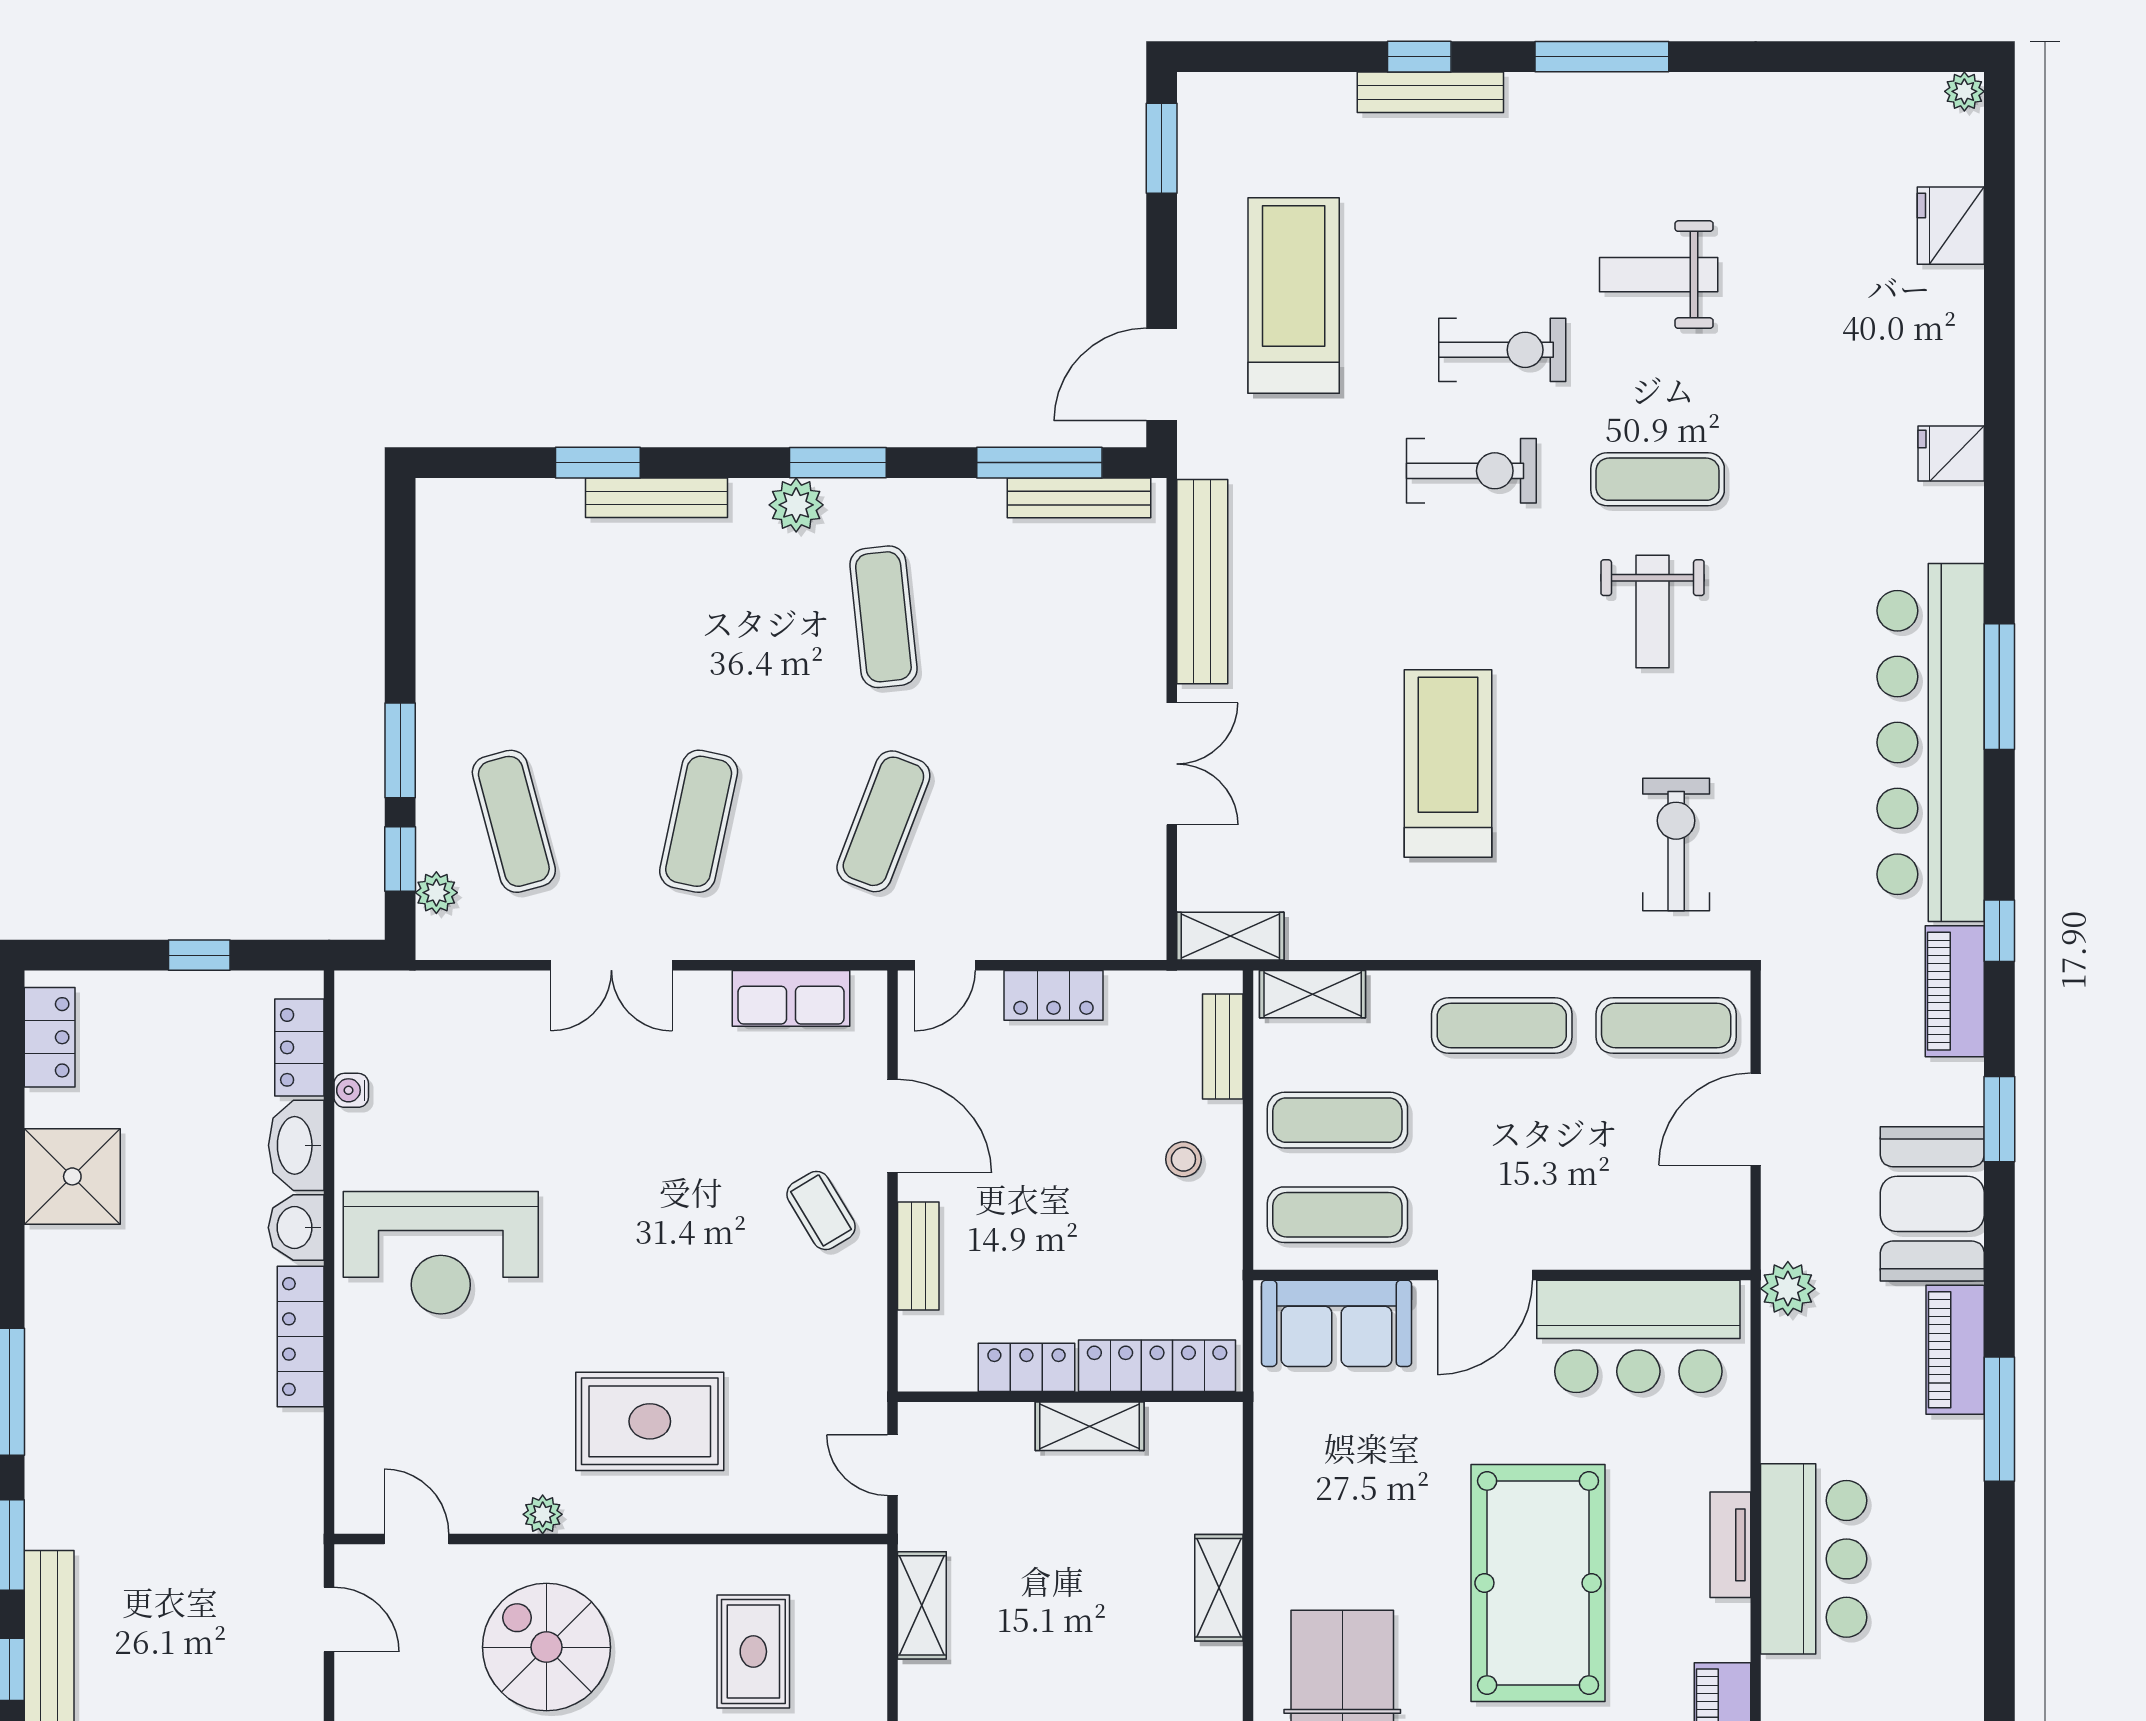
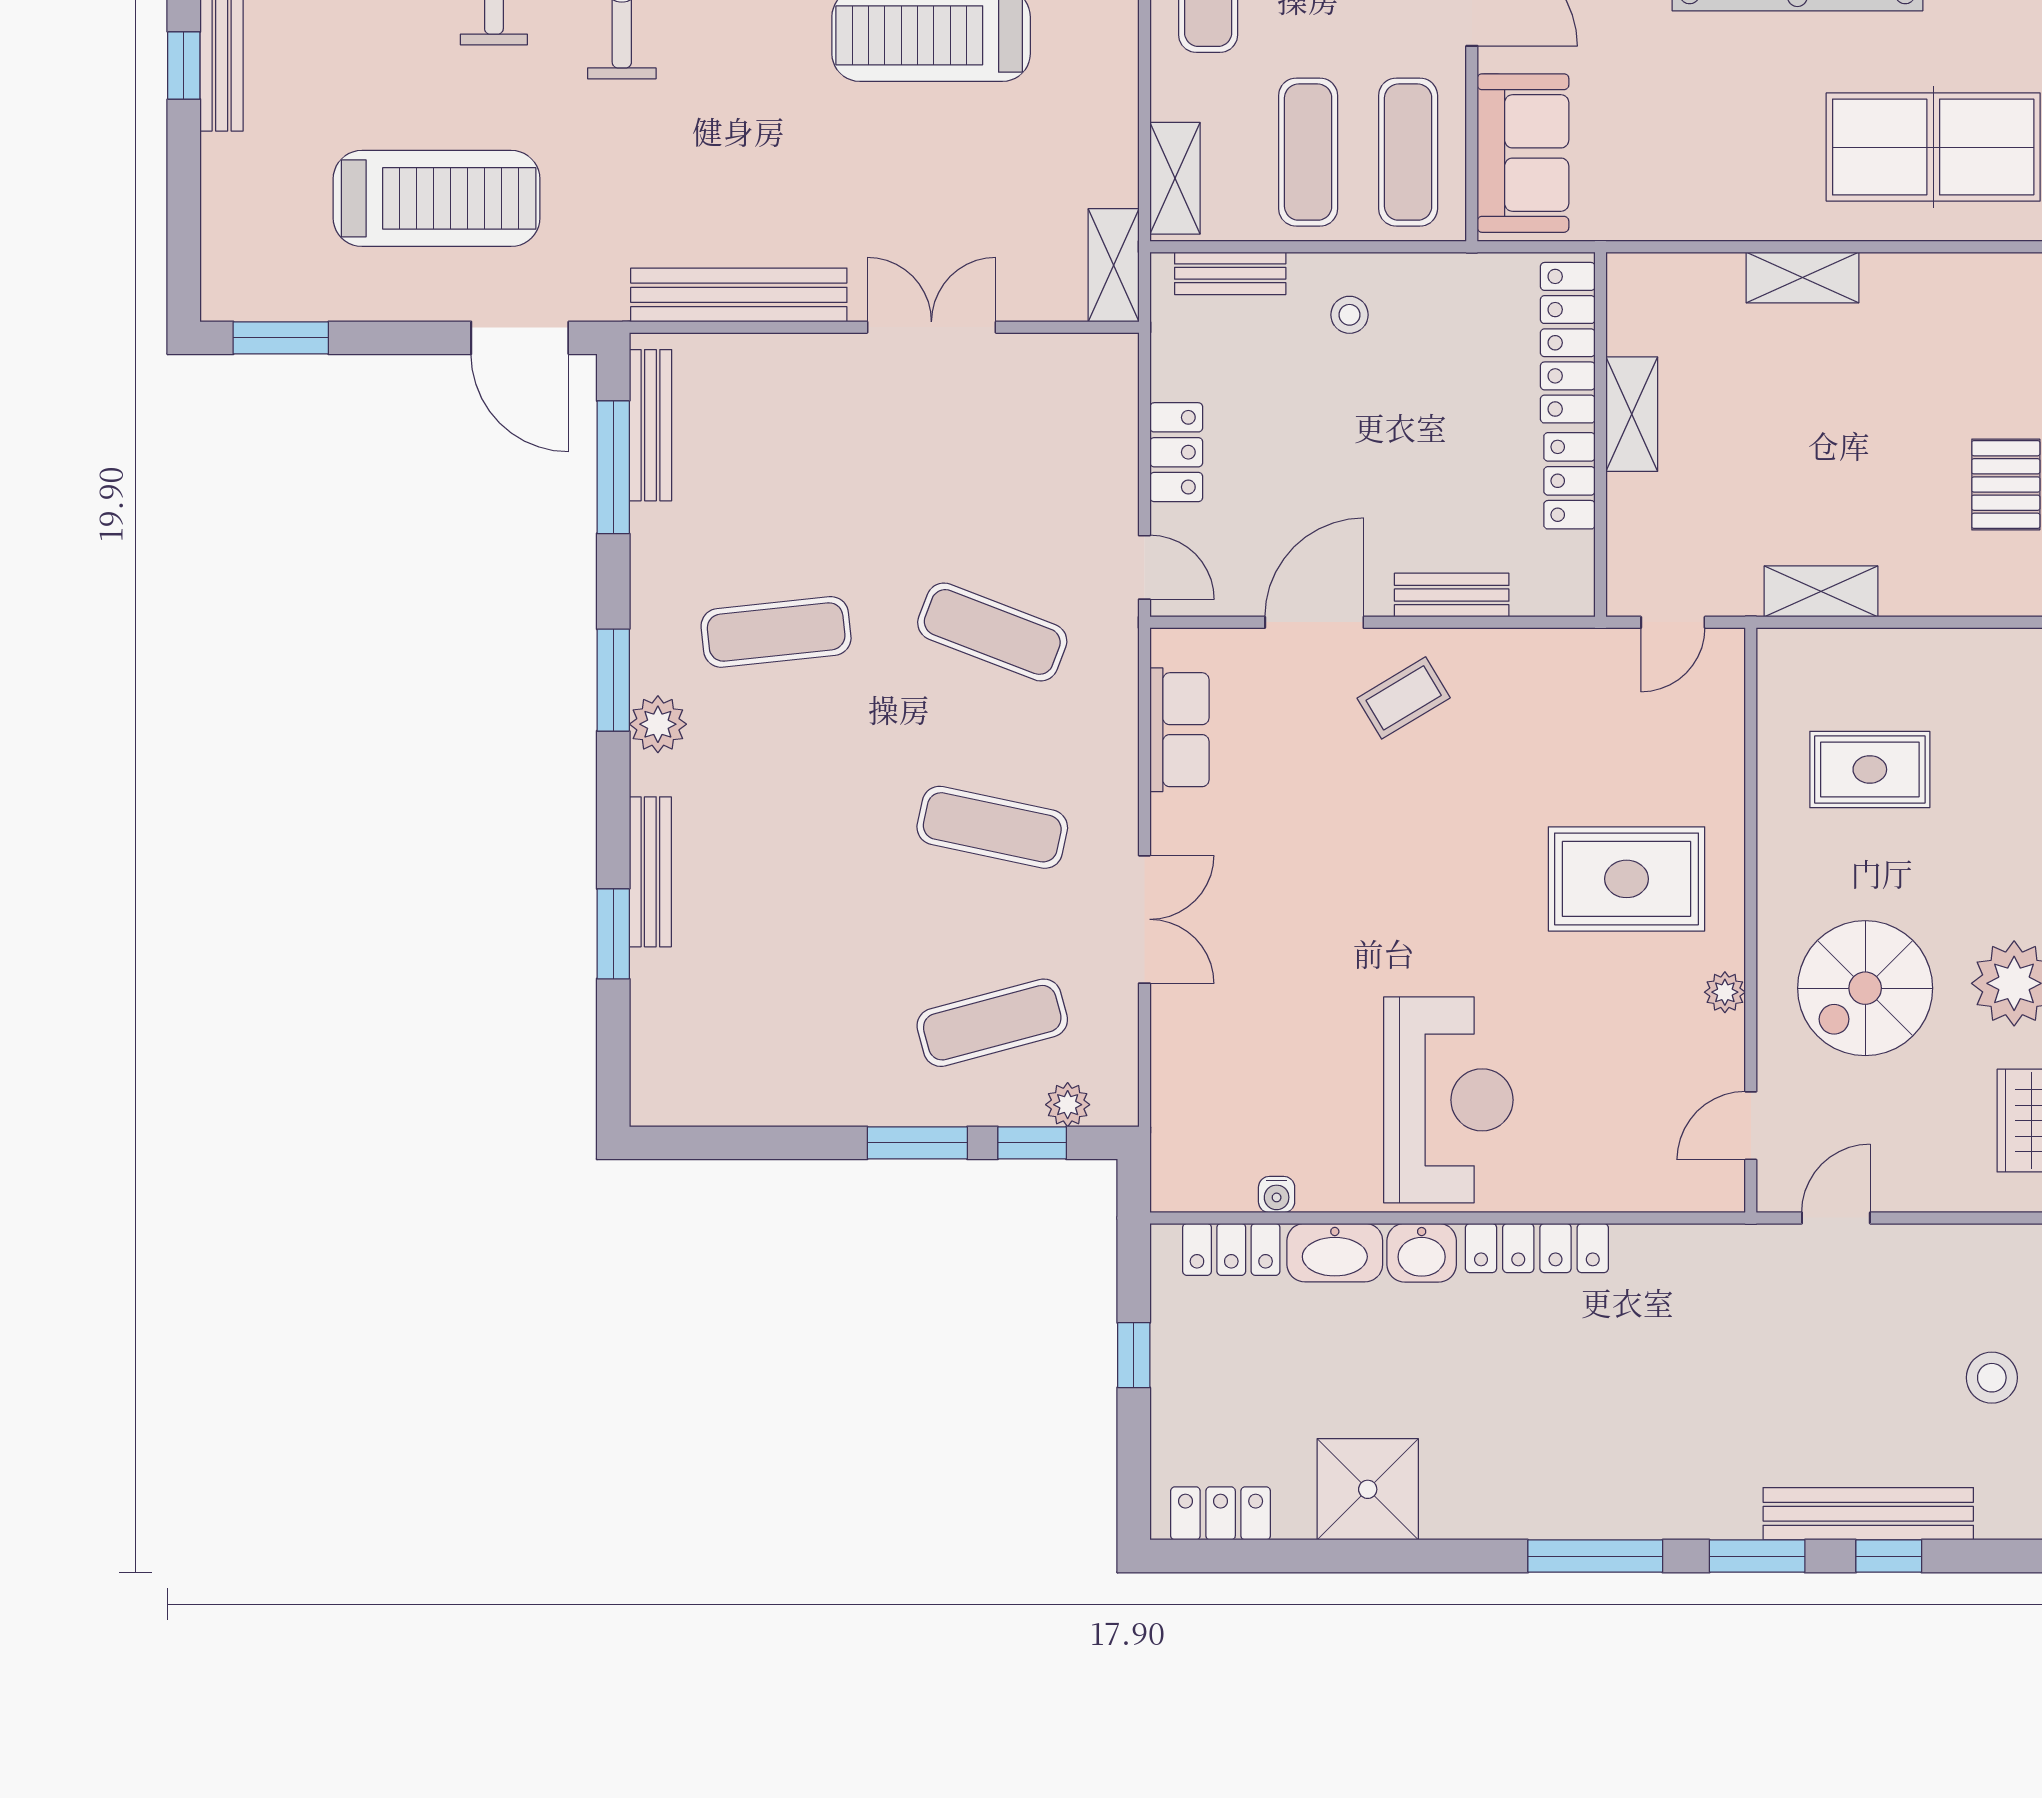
treadmill: (1294, 296) -> (437, 198), turned 180
rug: (650, 1421) -> (1627, 879), turned 90

